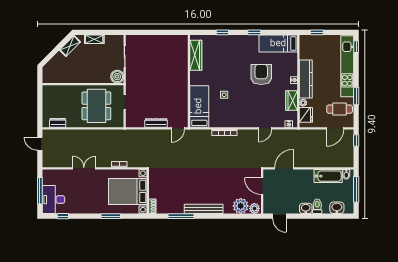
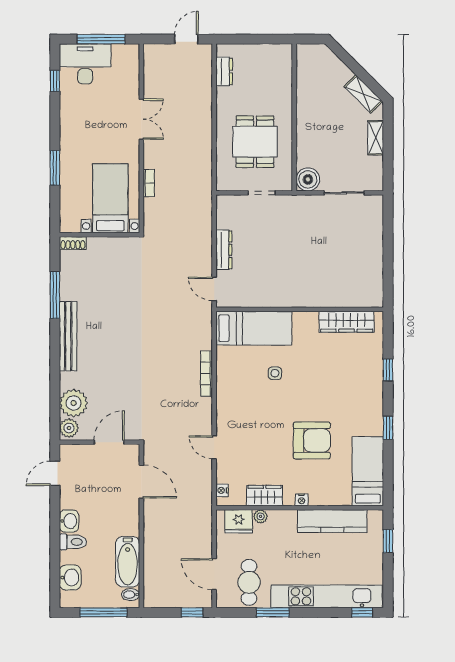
kitchen counter: (306, 79) -> (332, 521), moved
dining table: (96, 106) -> (255, 142), width x0.73
bed with nightstands: (128, 191) -> (110, 198), width x0.73

